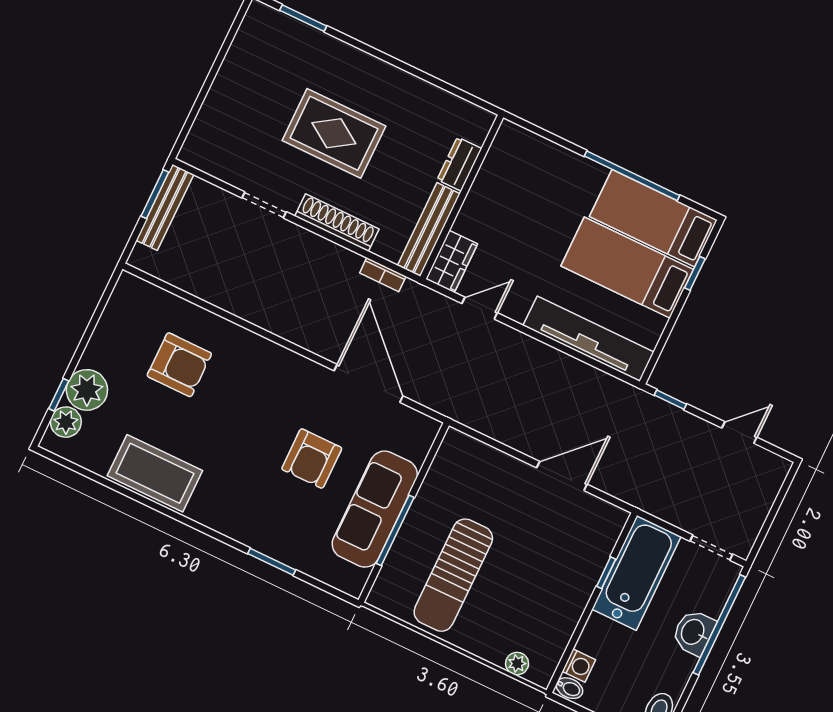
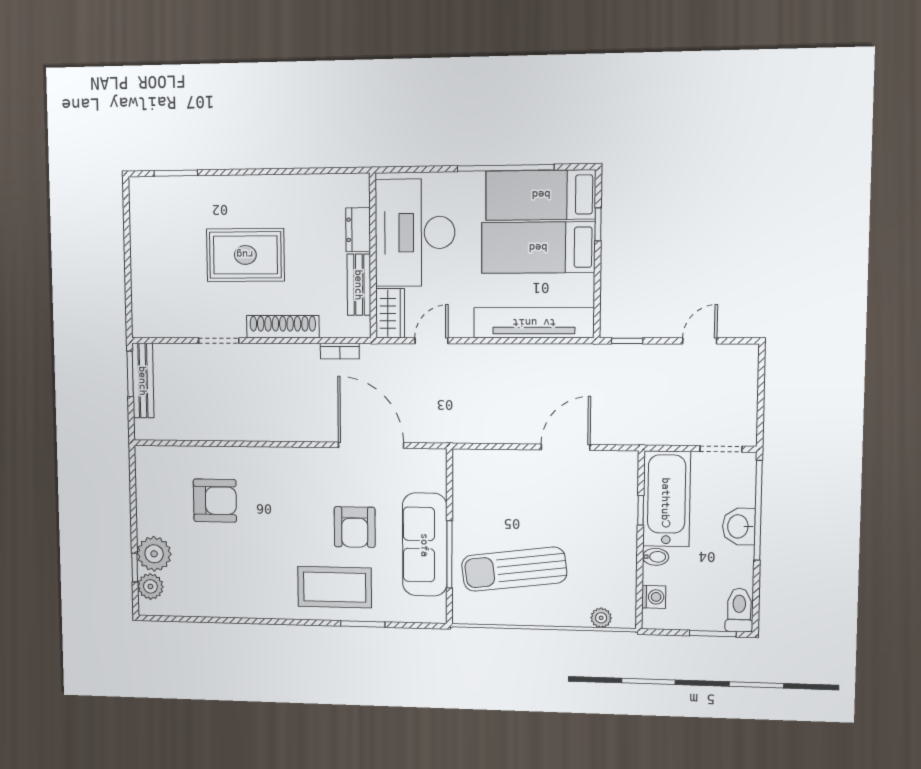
desk: (514, 194) -> (415, 233), added
bench: (429, 229) -> (359, 285), width x0.73
coffee table: (155, 473) -> (335, 587), moved
sun lounger: (453, 575) -> (514, 569), turned 83
bidet: (569, 688) -> (656, 557), moved

